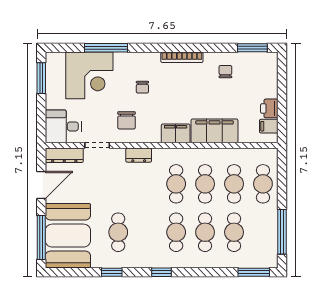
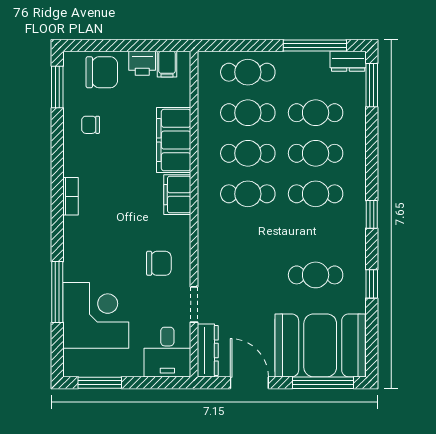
bookcase: (182, 57) -> (70, 196), width x0.64
chair: (142, 87) -> (102, 72), moved, width x1.87, depth x1.87
dresser: (139, 155) -> (348, 61), moved, turned 90

